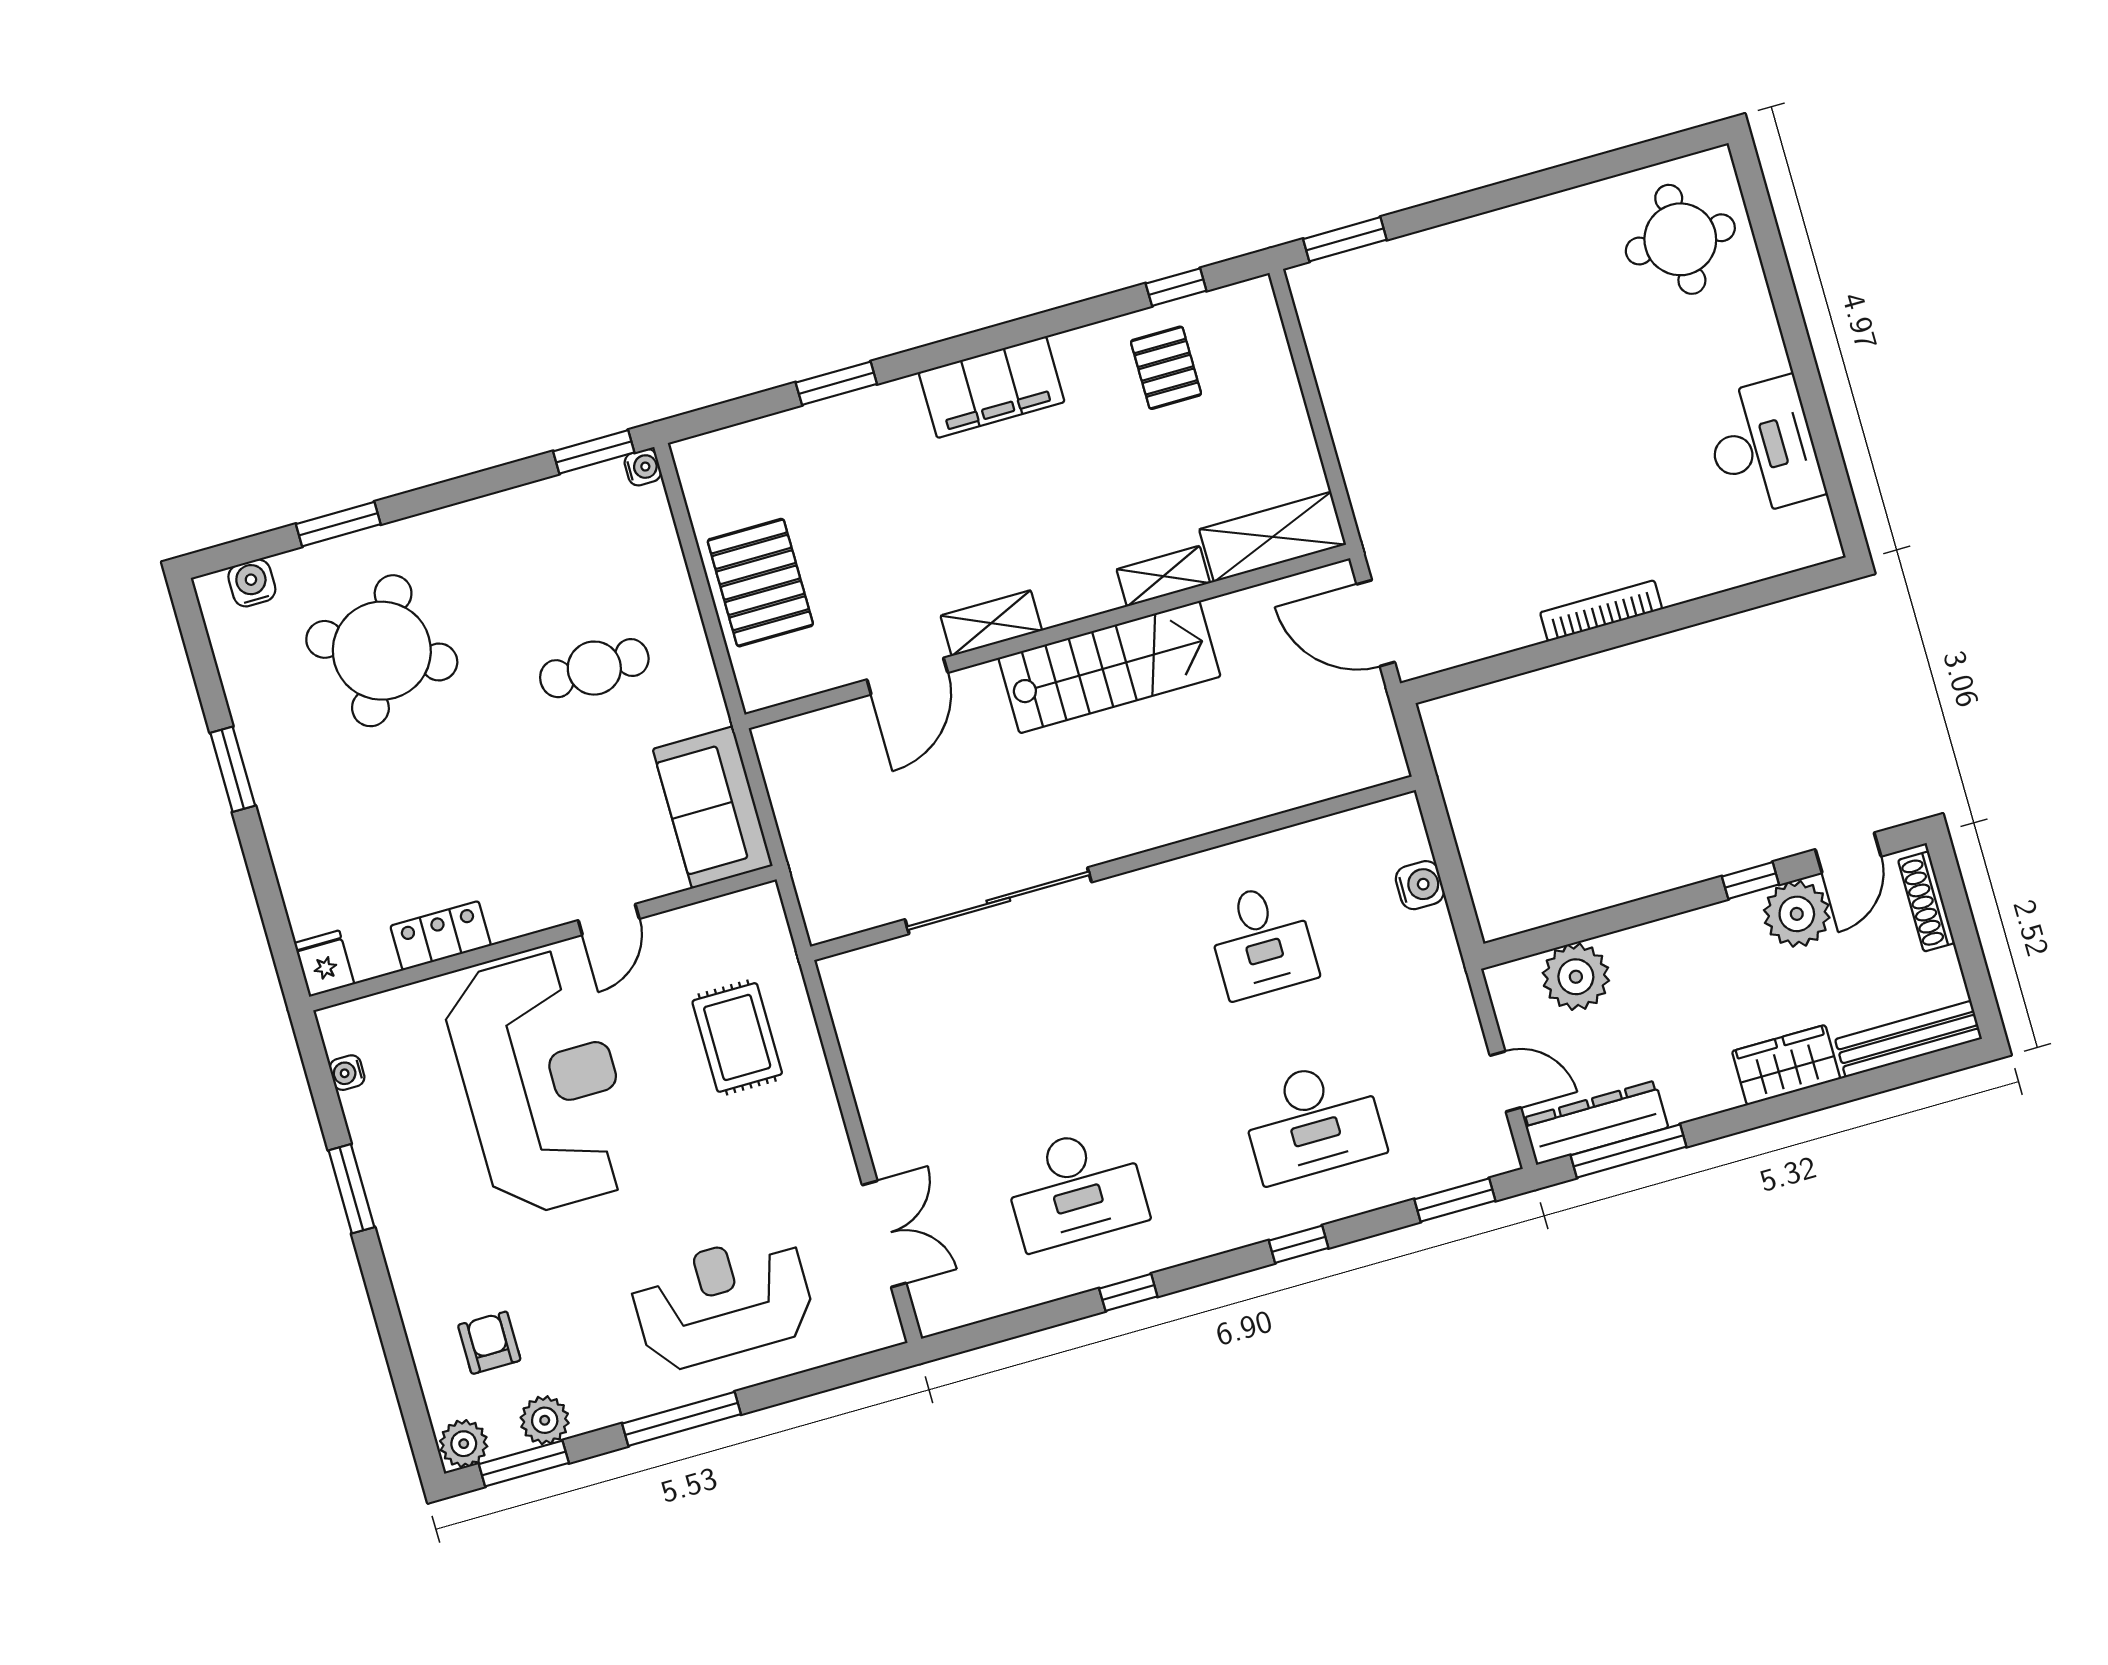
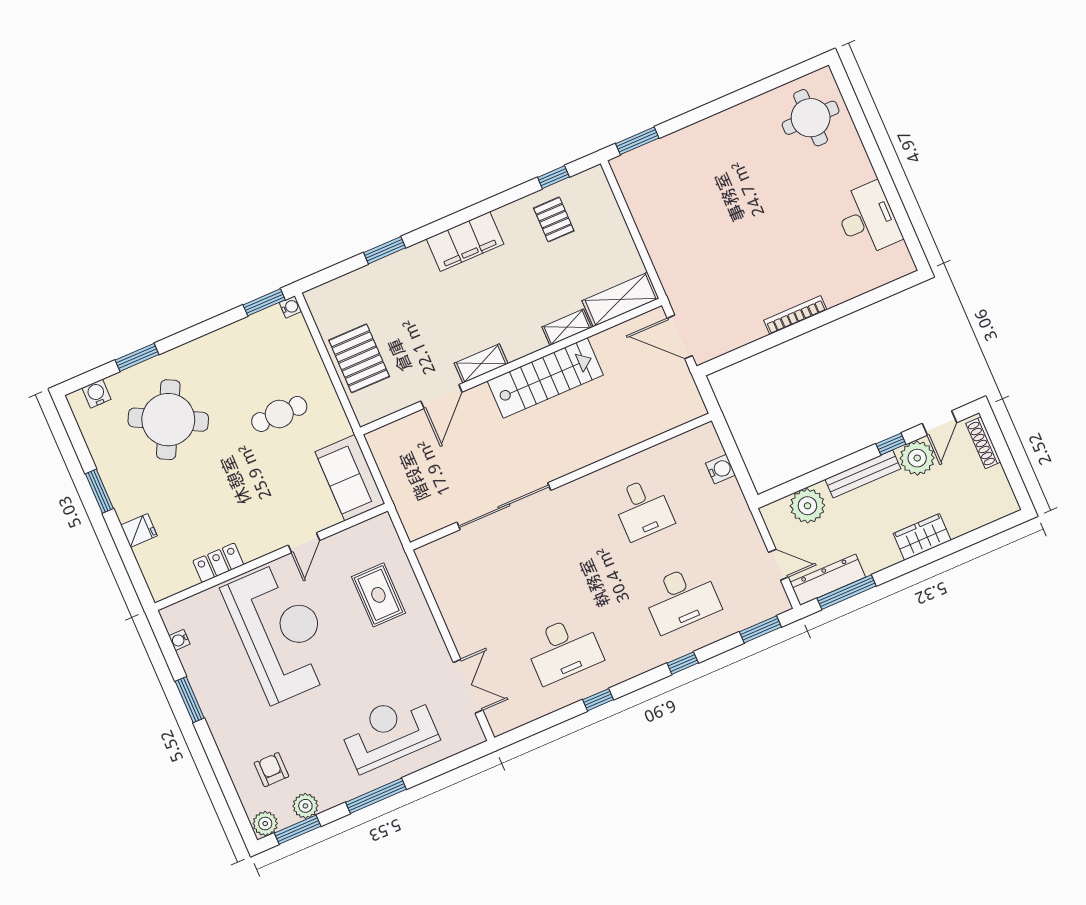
fridge: (324, 964) -> (139, 530), moved, turned 90
bench: (1908, 1039) -> (863, 474), moved

